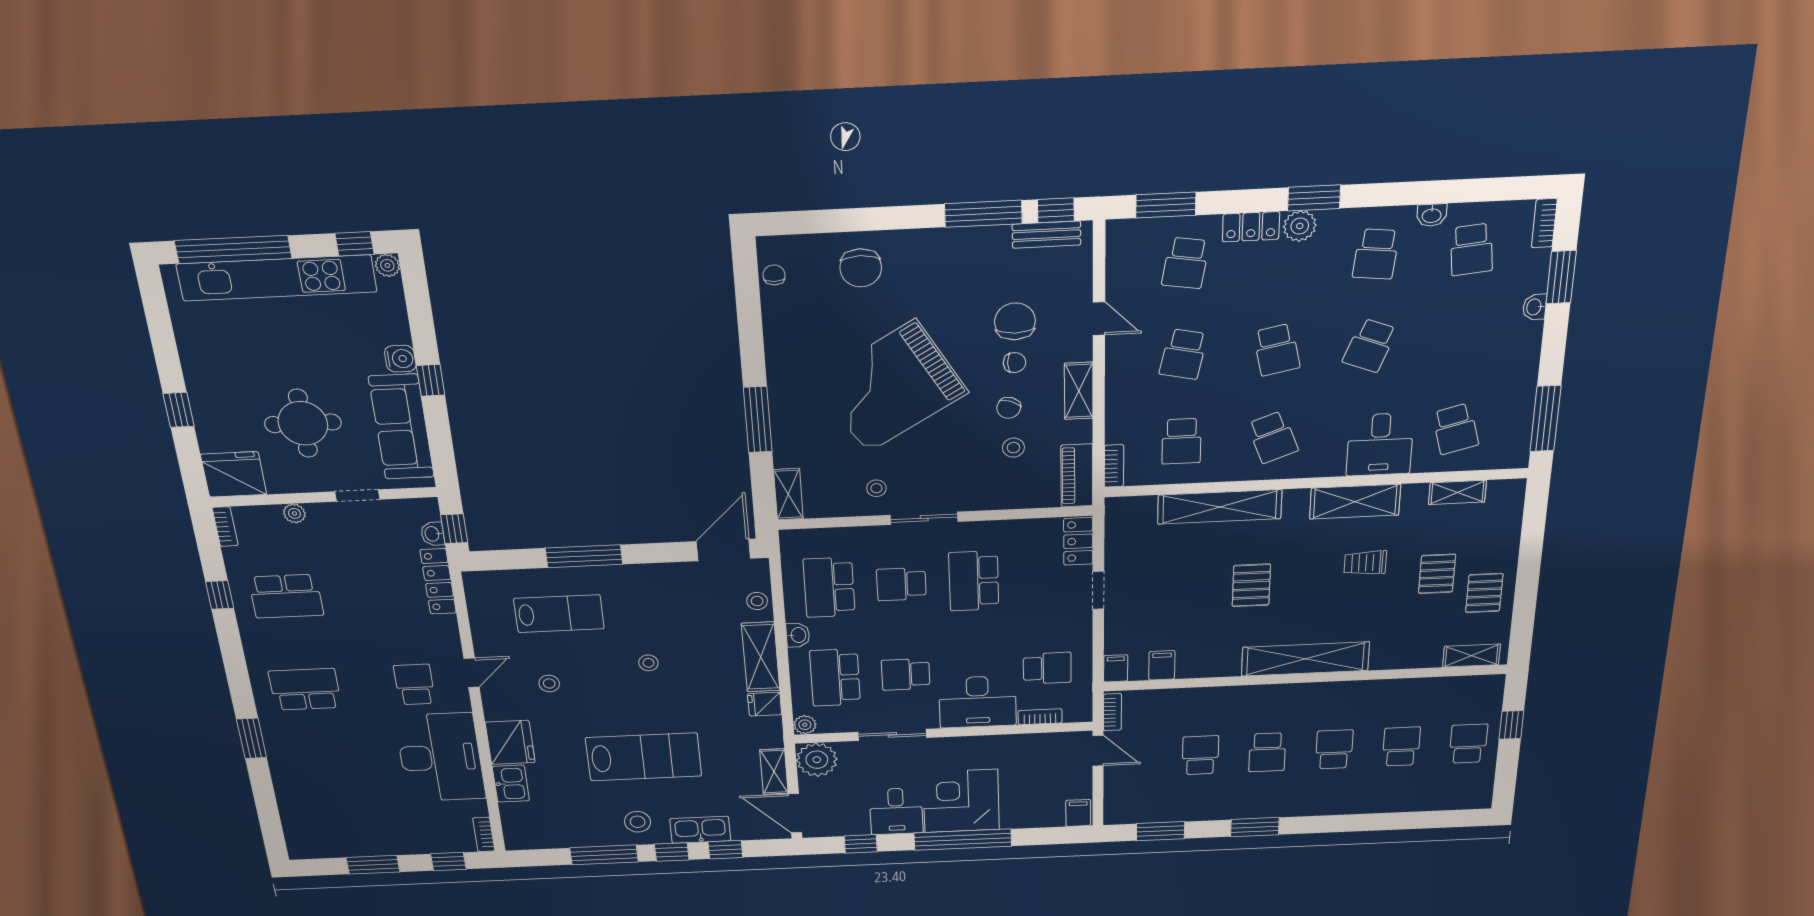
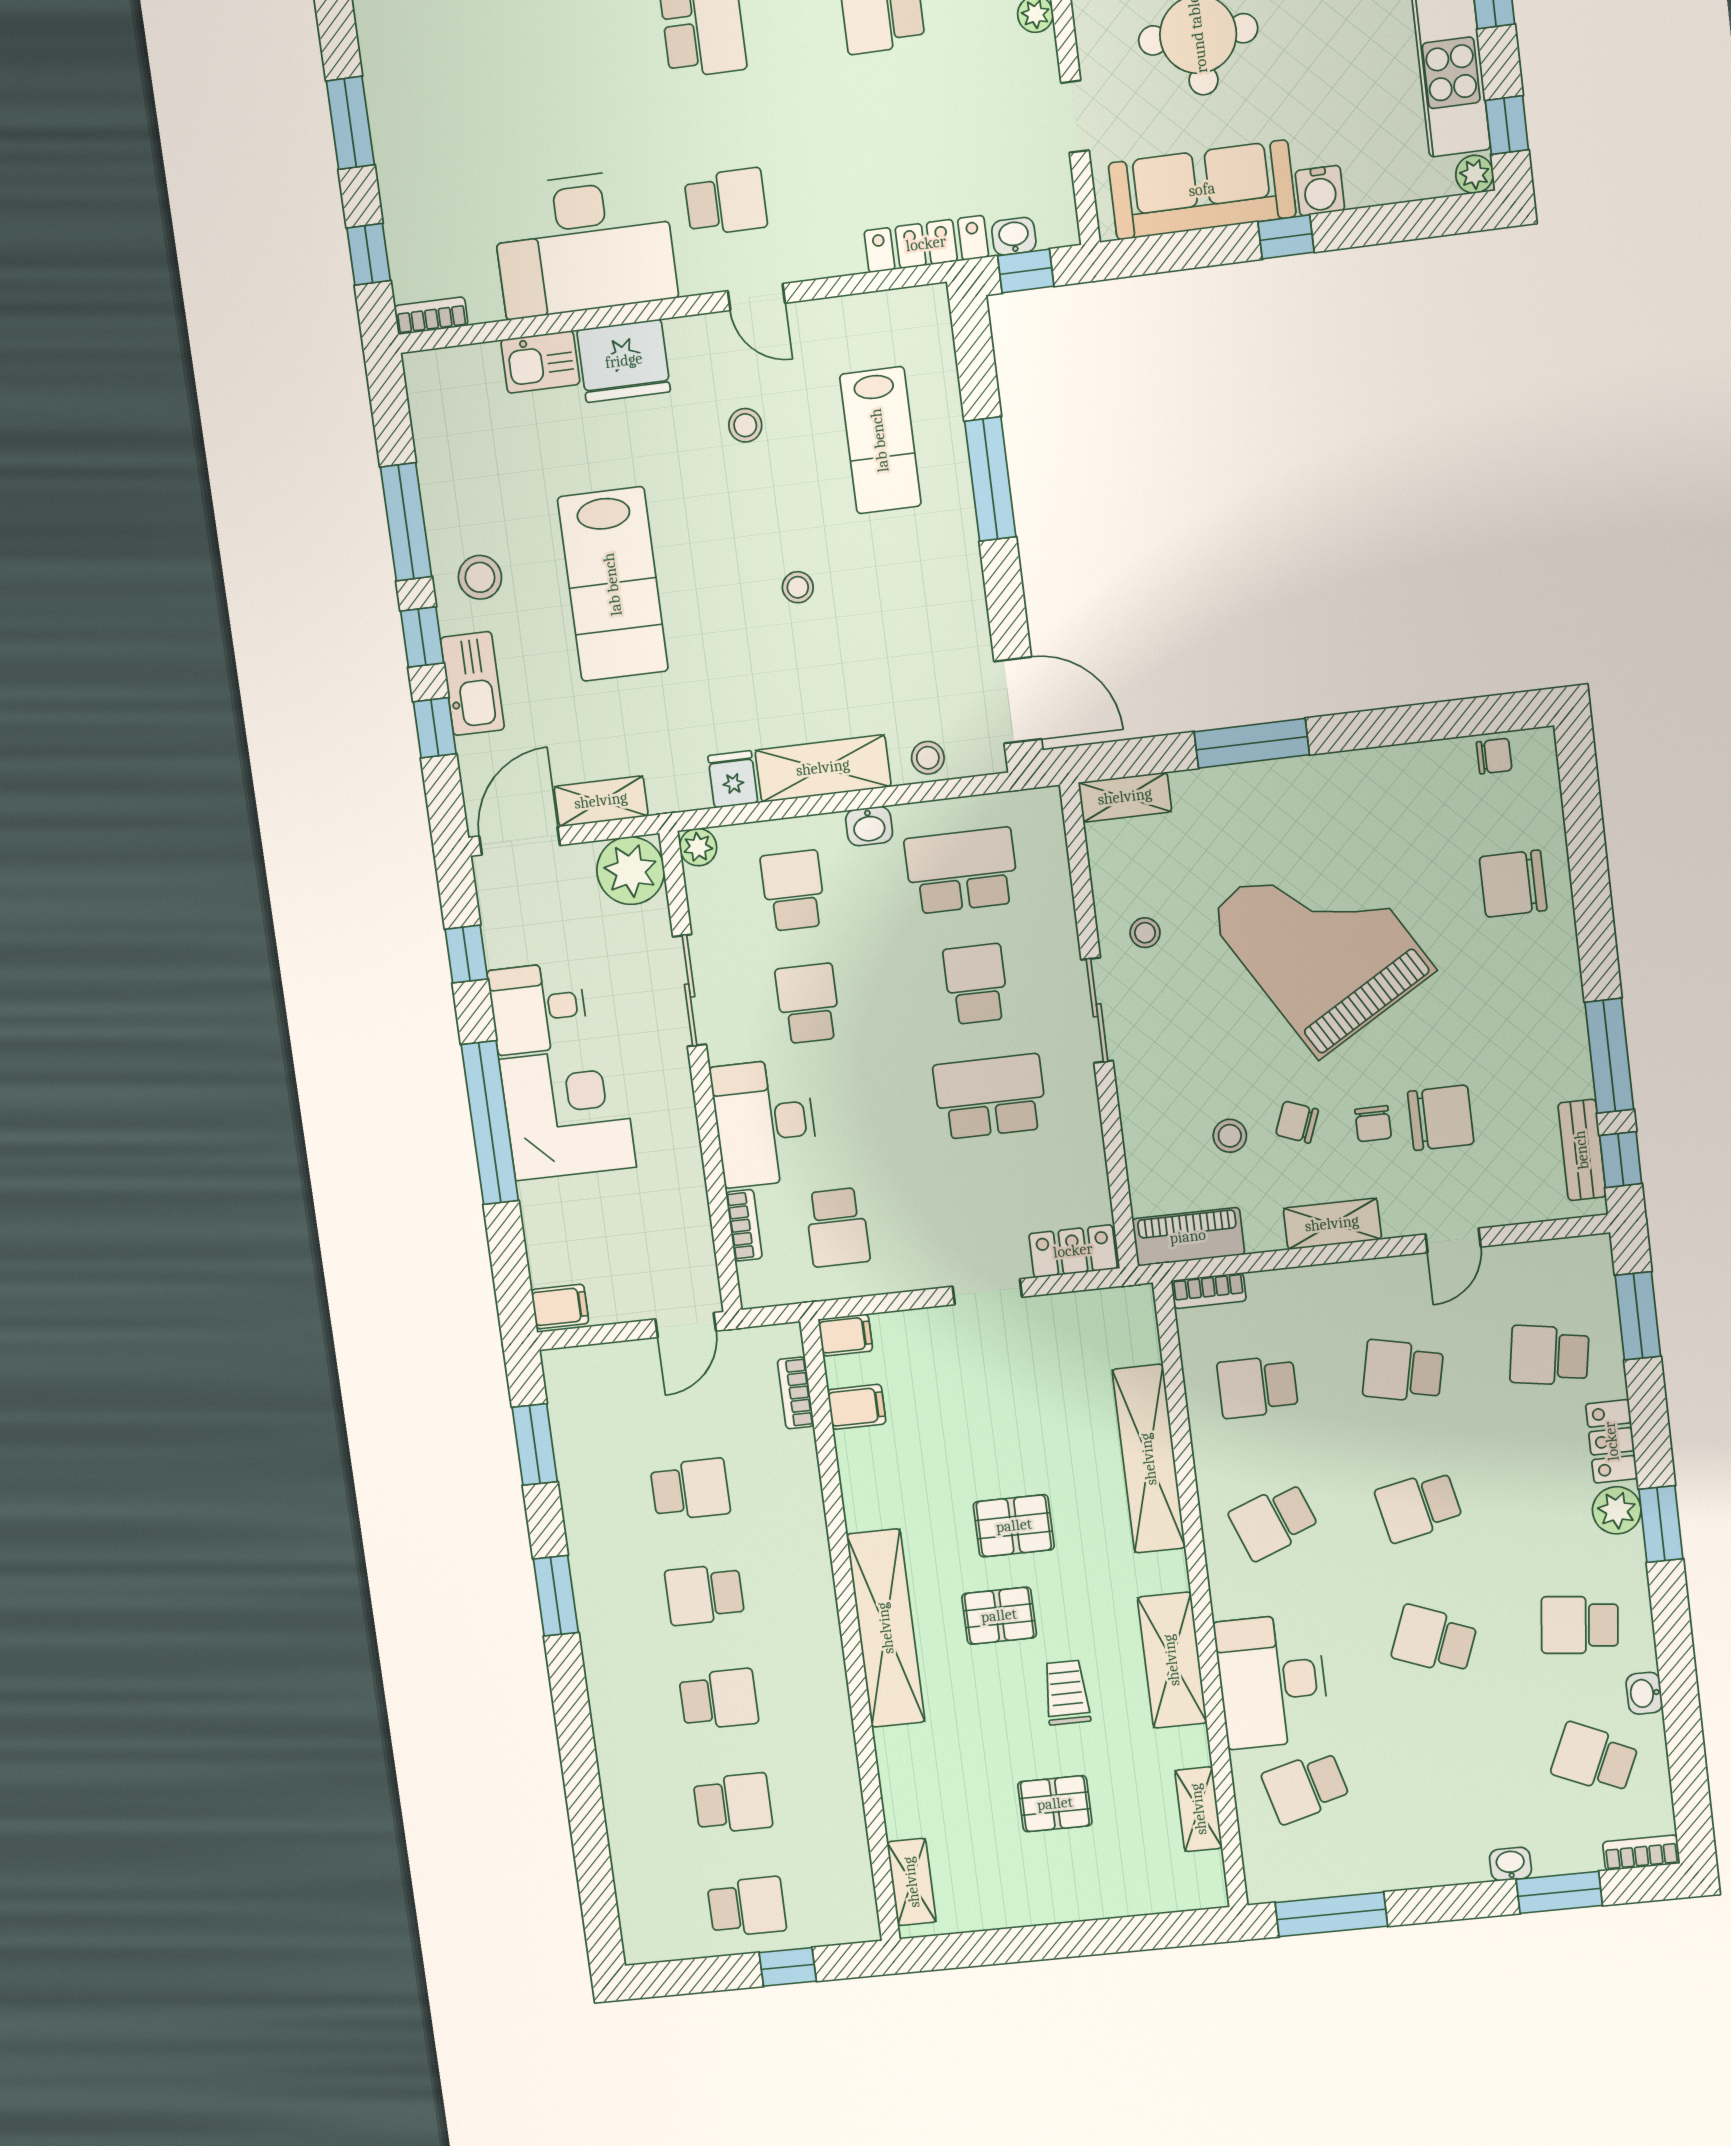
school desk: (1471, 250) -> (1595, 1758), turned 30
desk: (1380, 445) -> (1272, 1681), width x1.37
pallet: (1484, 593) -> (999, 1616), moved
school desk: (835, 678) -> (793, 891), width x0.54
bookcase: (1112, 712) -> (796, 1393), moved, turned 90

